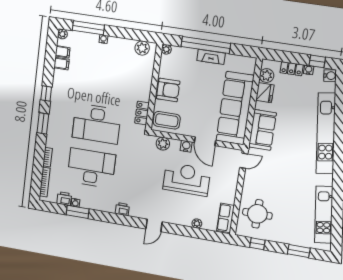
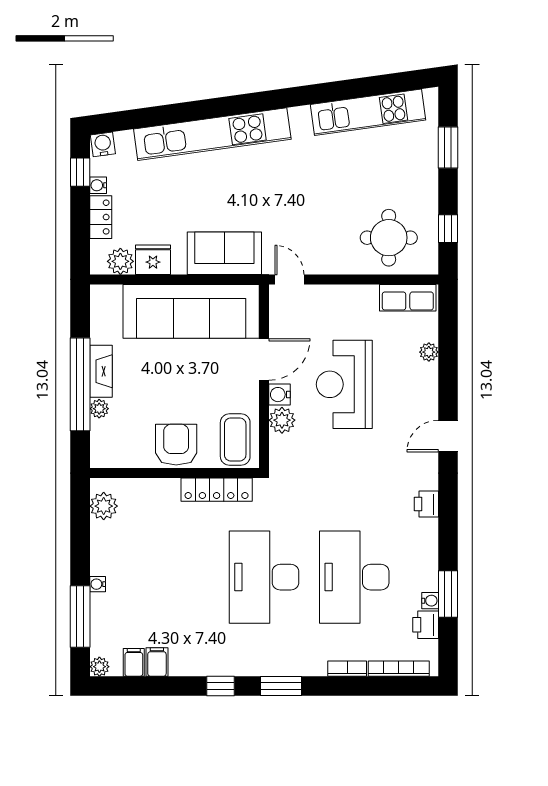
plant: (166, 49) -> (99, 409), moved
locker: (142, 113) -> (217, 490), width x1.53
desk: (97, 124) -> (264, 577), turned 180
plant: (163, 144) -> (282, 420), moved
door: (154, 225) -> (448, 436), swing flipped

